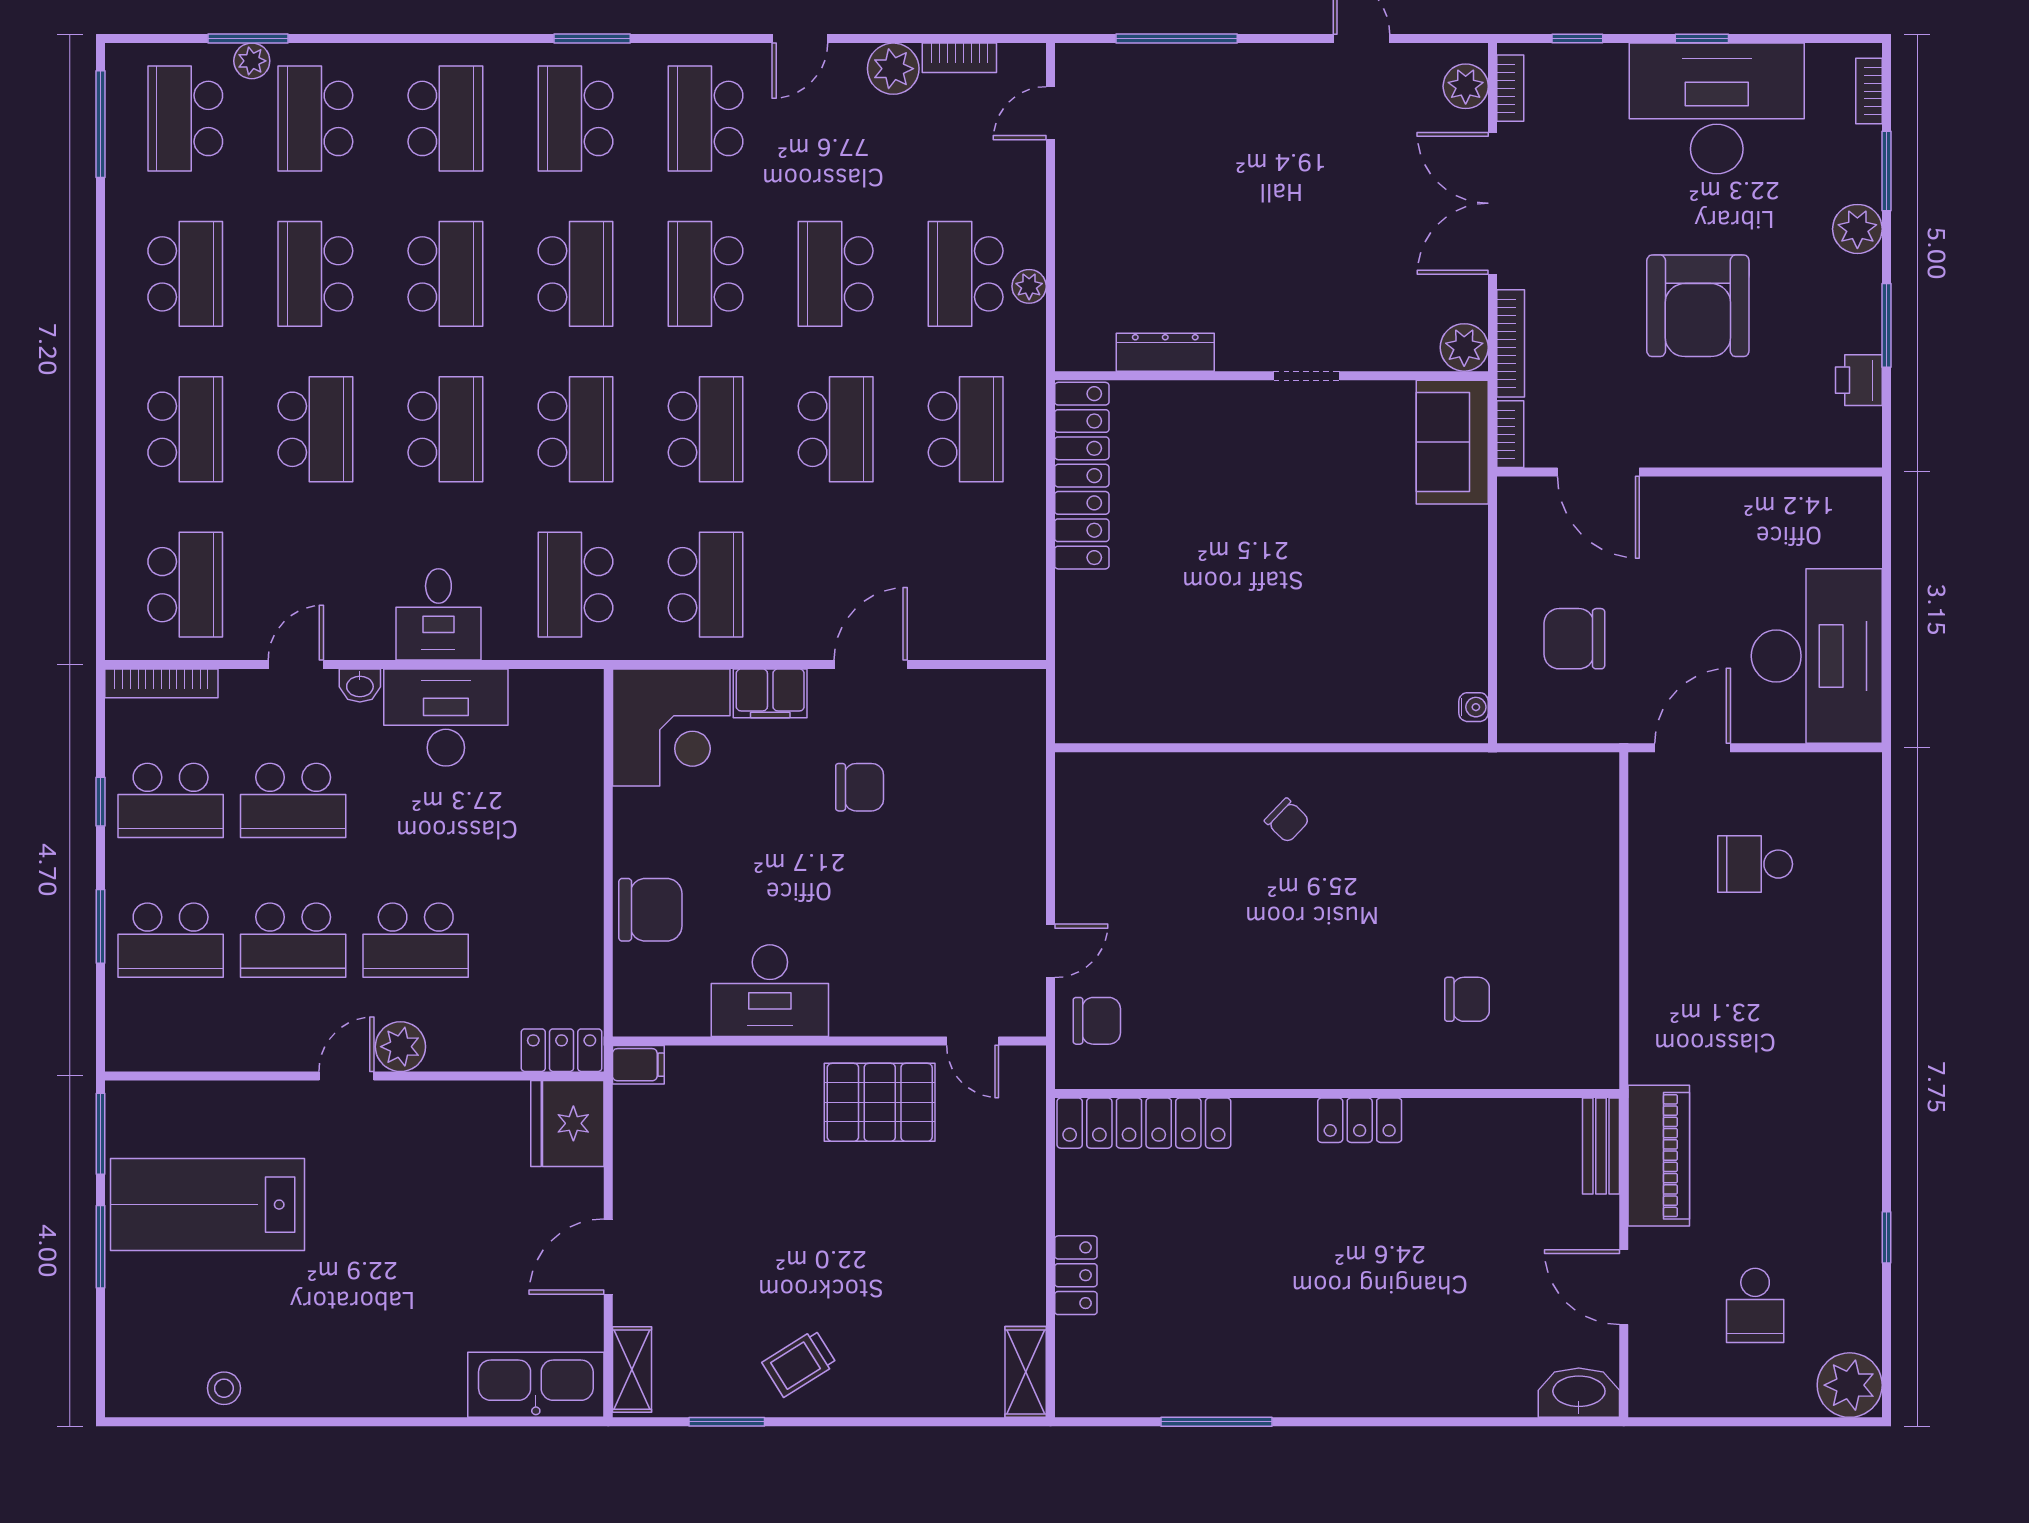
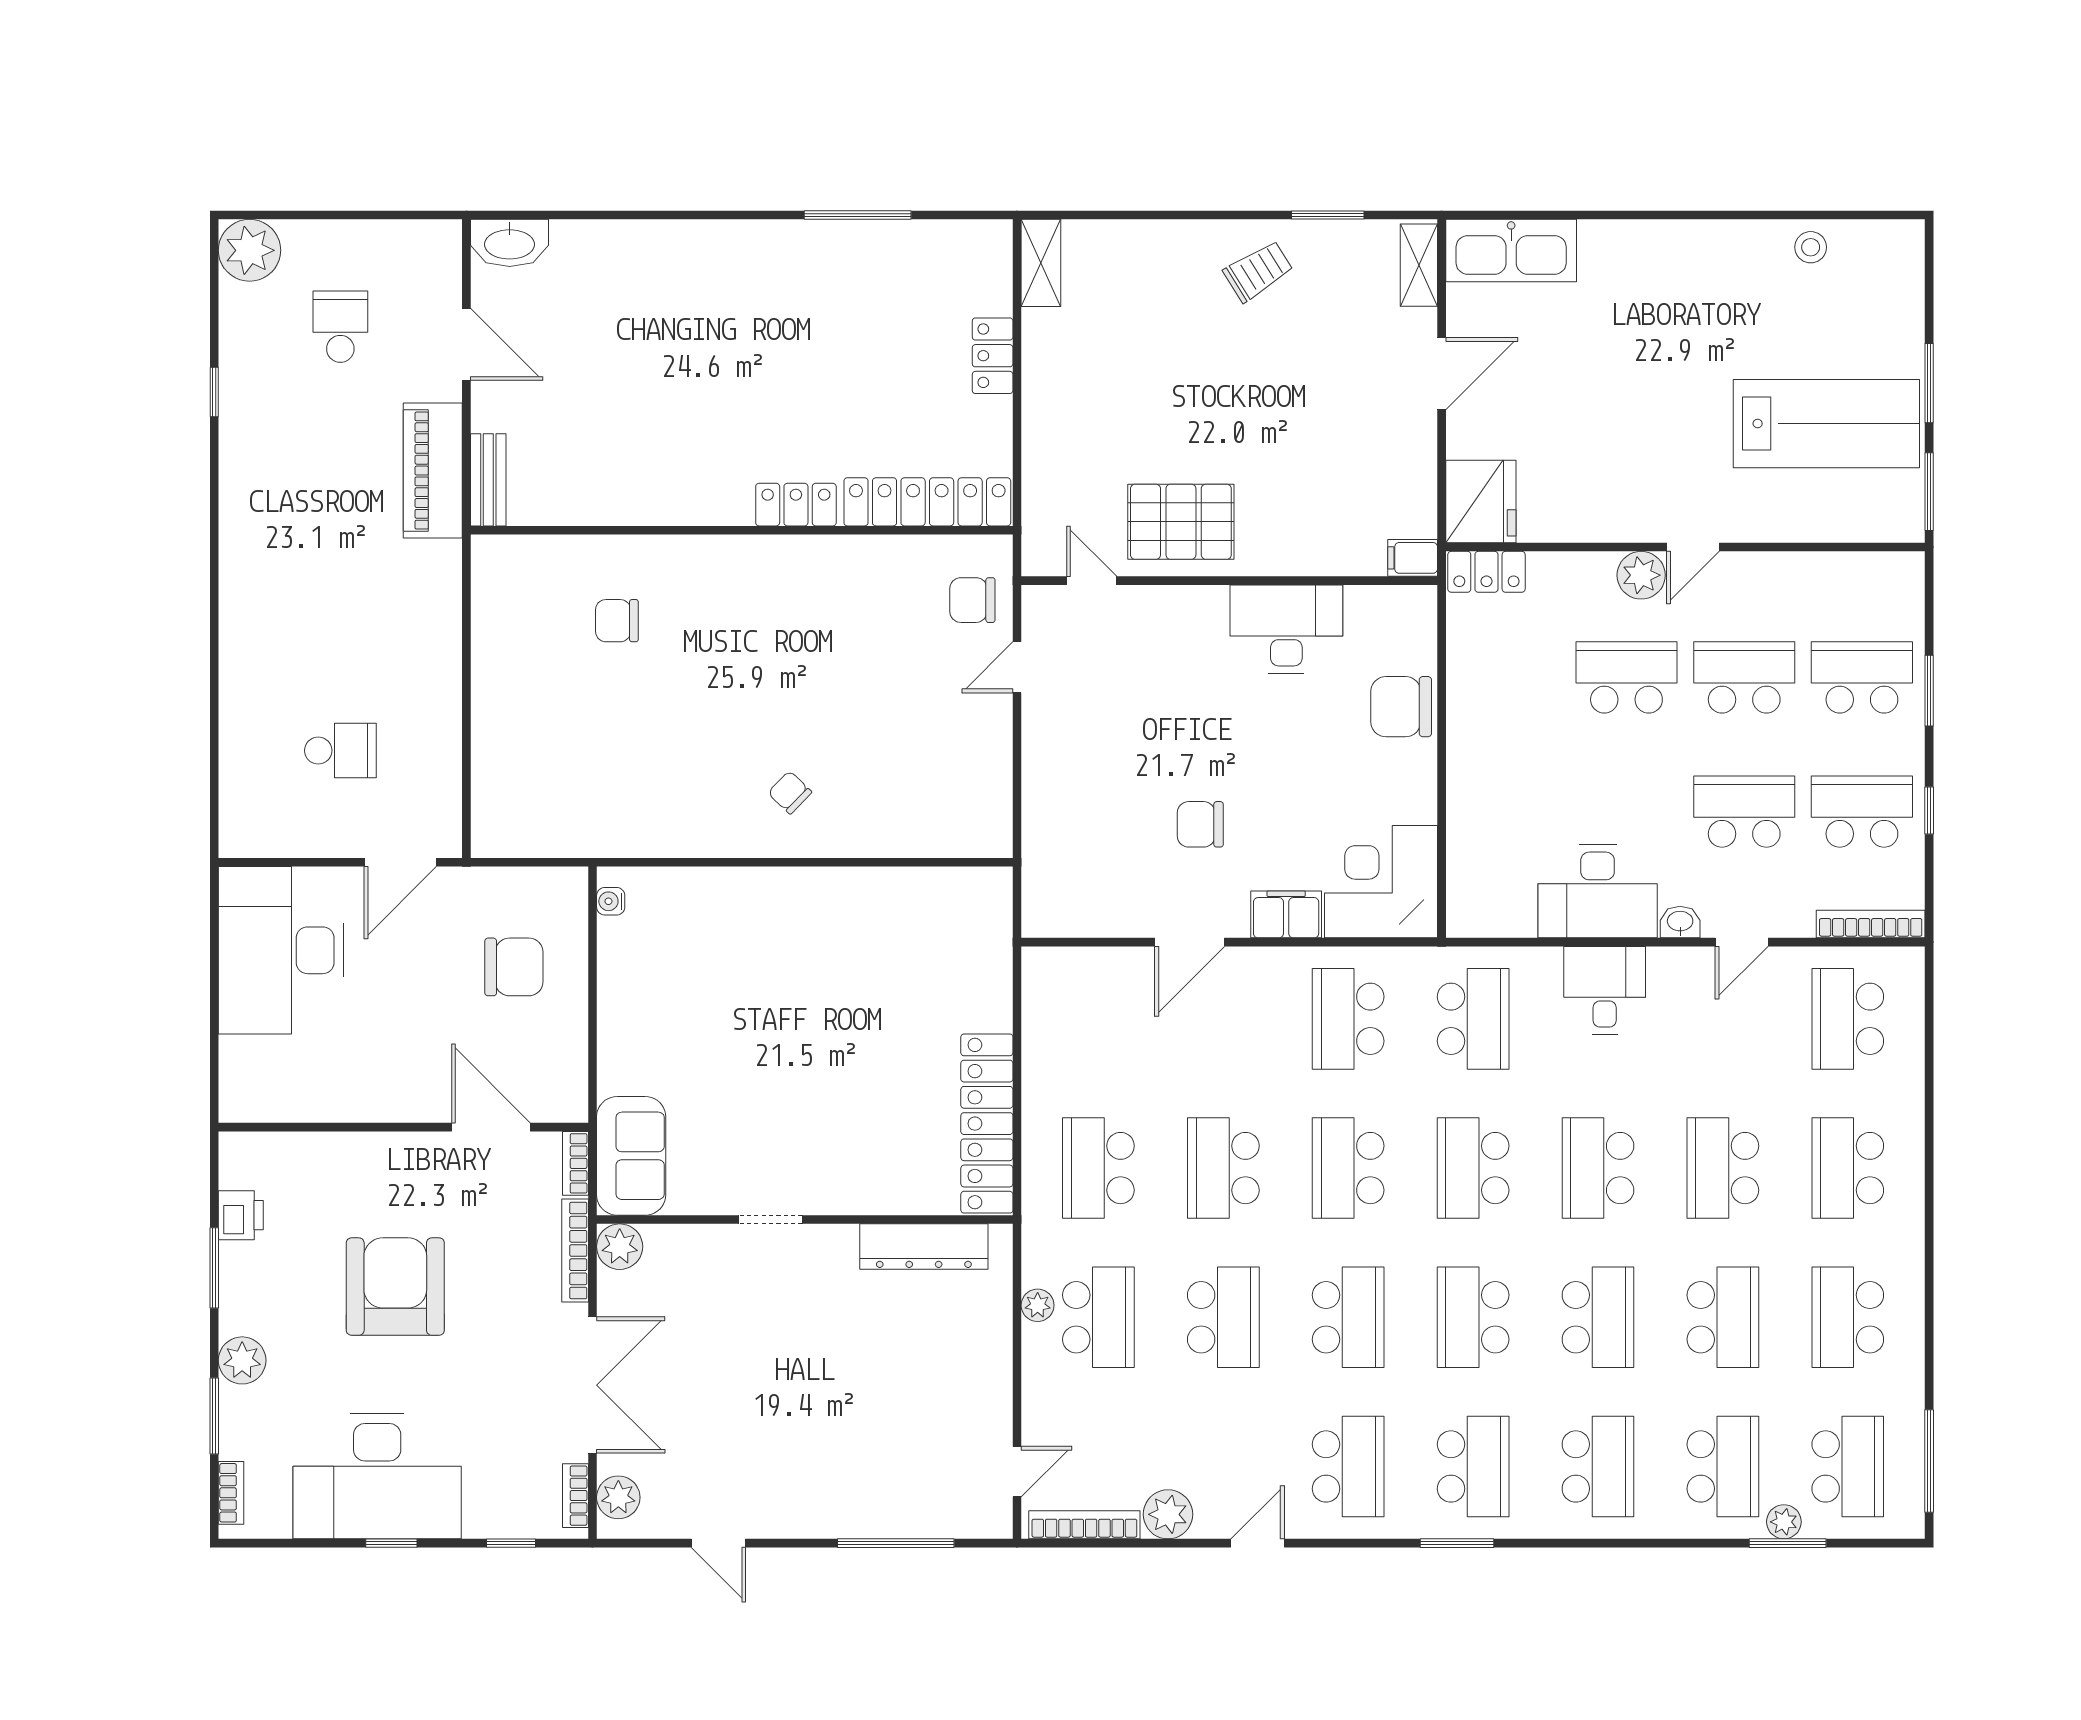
bookcase: (959, 58) -> (1084, 1525), width x1.56
school desk: (445, 118) -> (1598, 1466), turned 180
school desk: (445, 274) -> (1598, 1317), turned 180
dresser: (1165, 352) -> (924, 1247), width x1.37, depth x1.24
locker: (1360, 1120) -> (796, 505), moved

